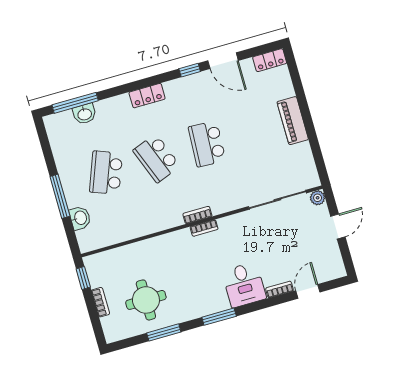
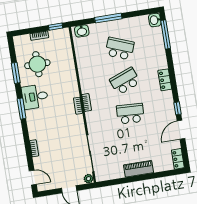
washbasin: (85, 114) -> (155, 20), moved
washbasin: (80, 218) -> (82, 31), moved
desk: (244, 285) -> (35, 97), moved
door: (308, 291) -> (33, 178), moved

